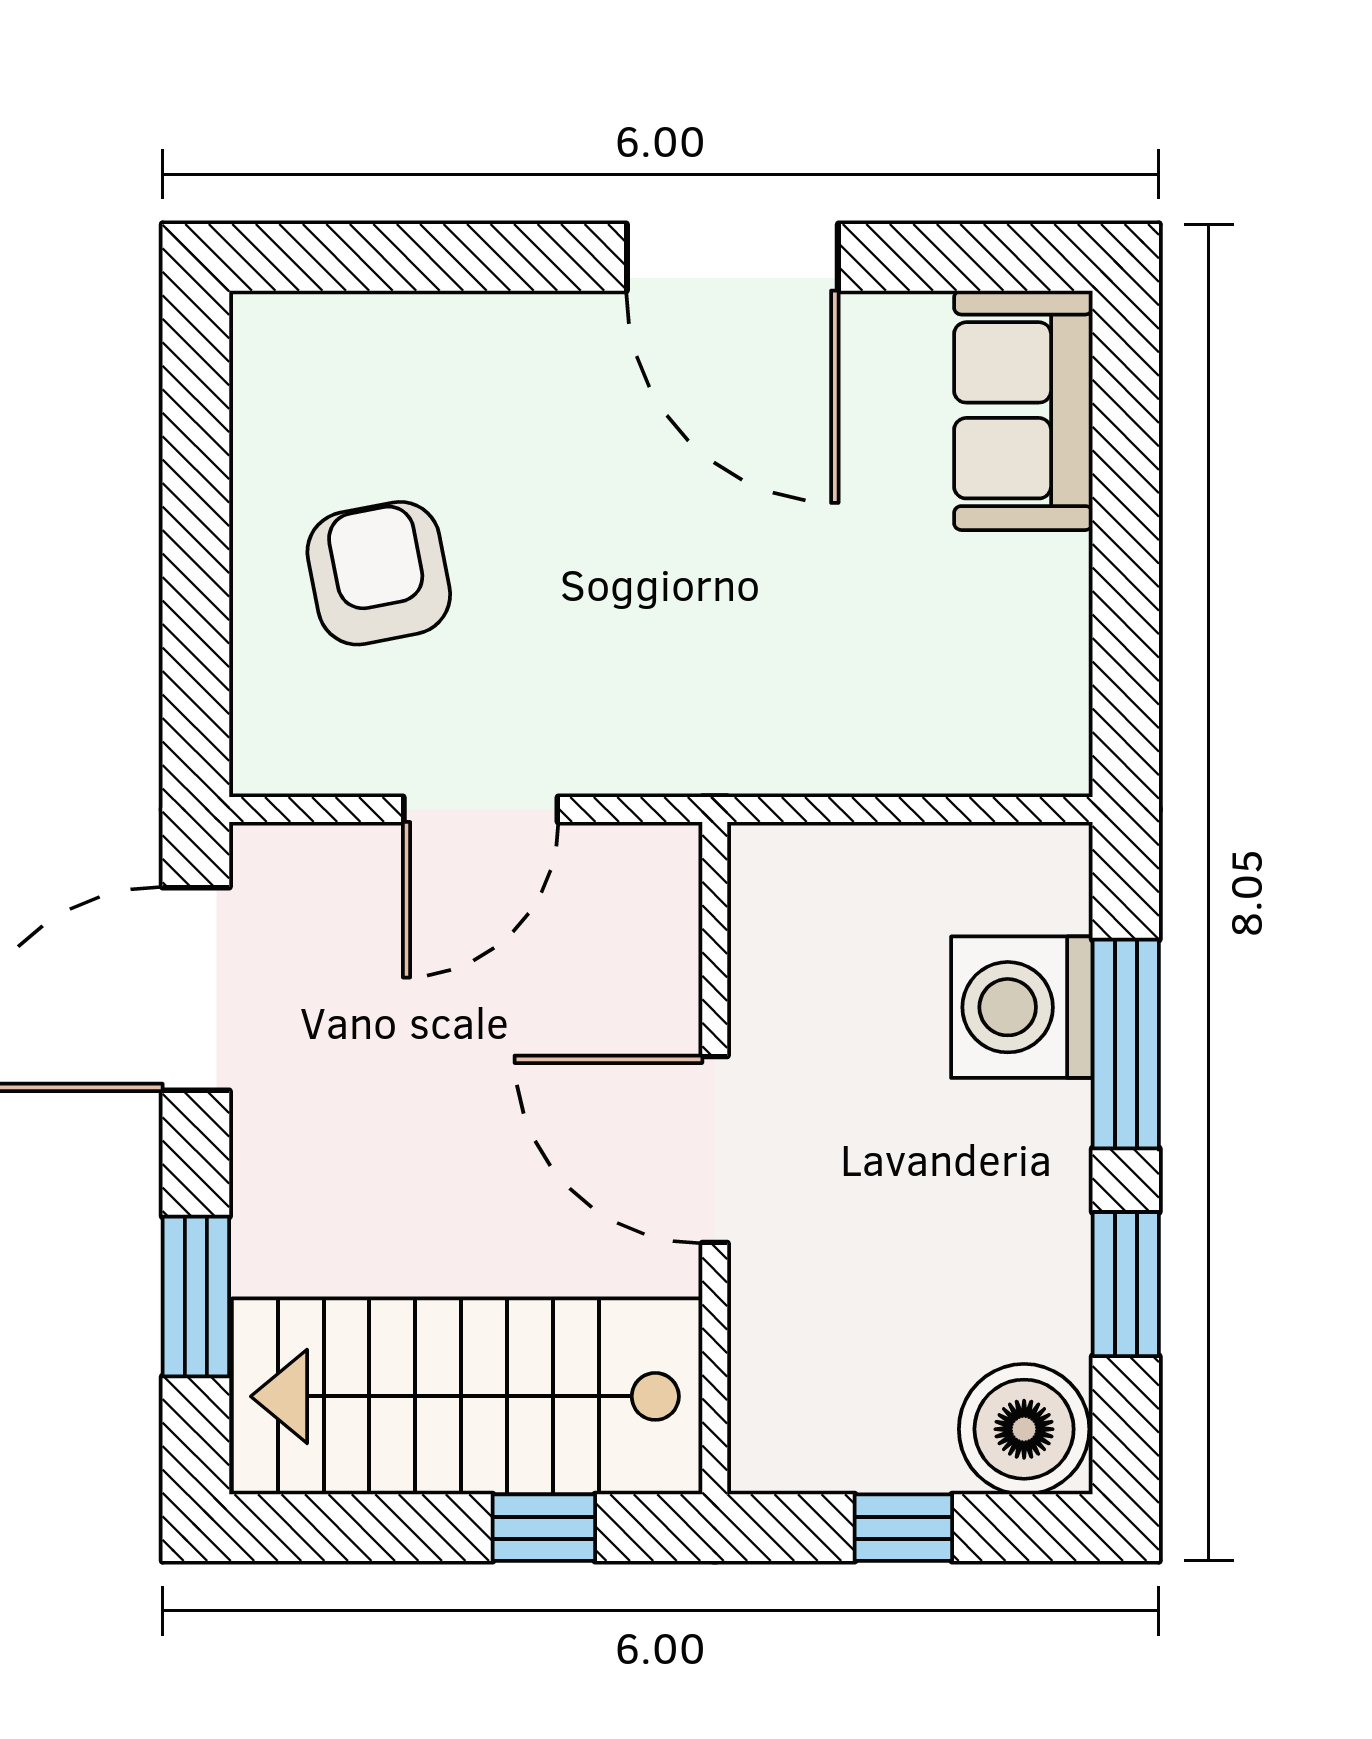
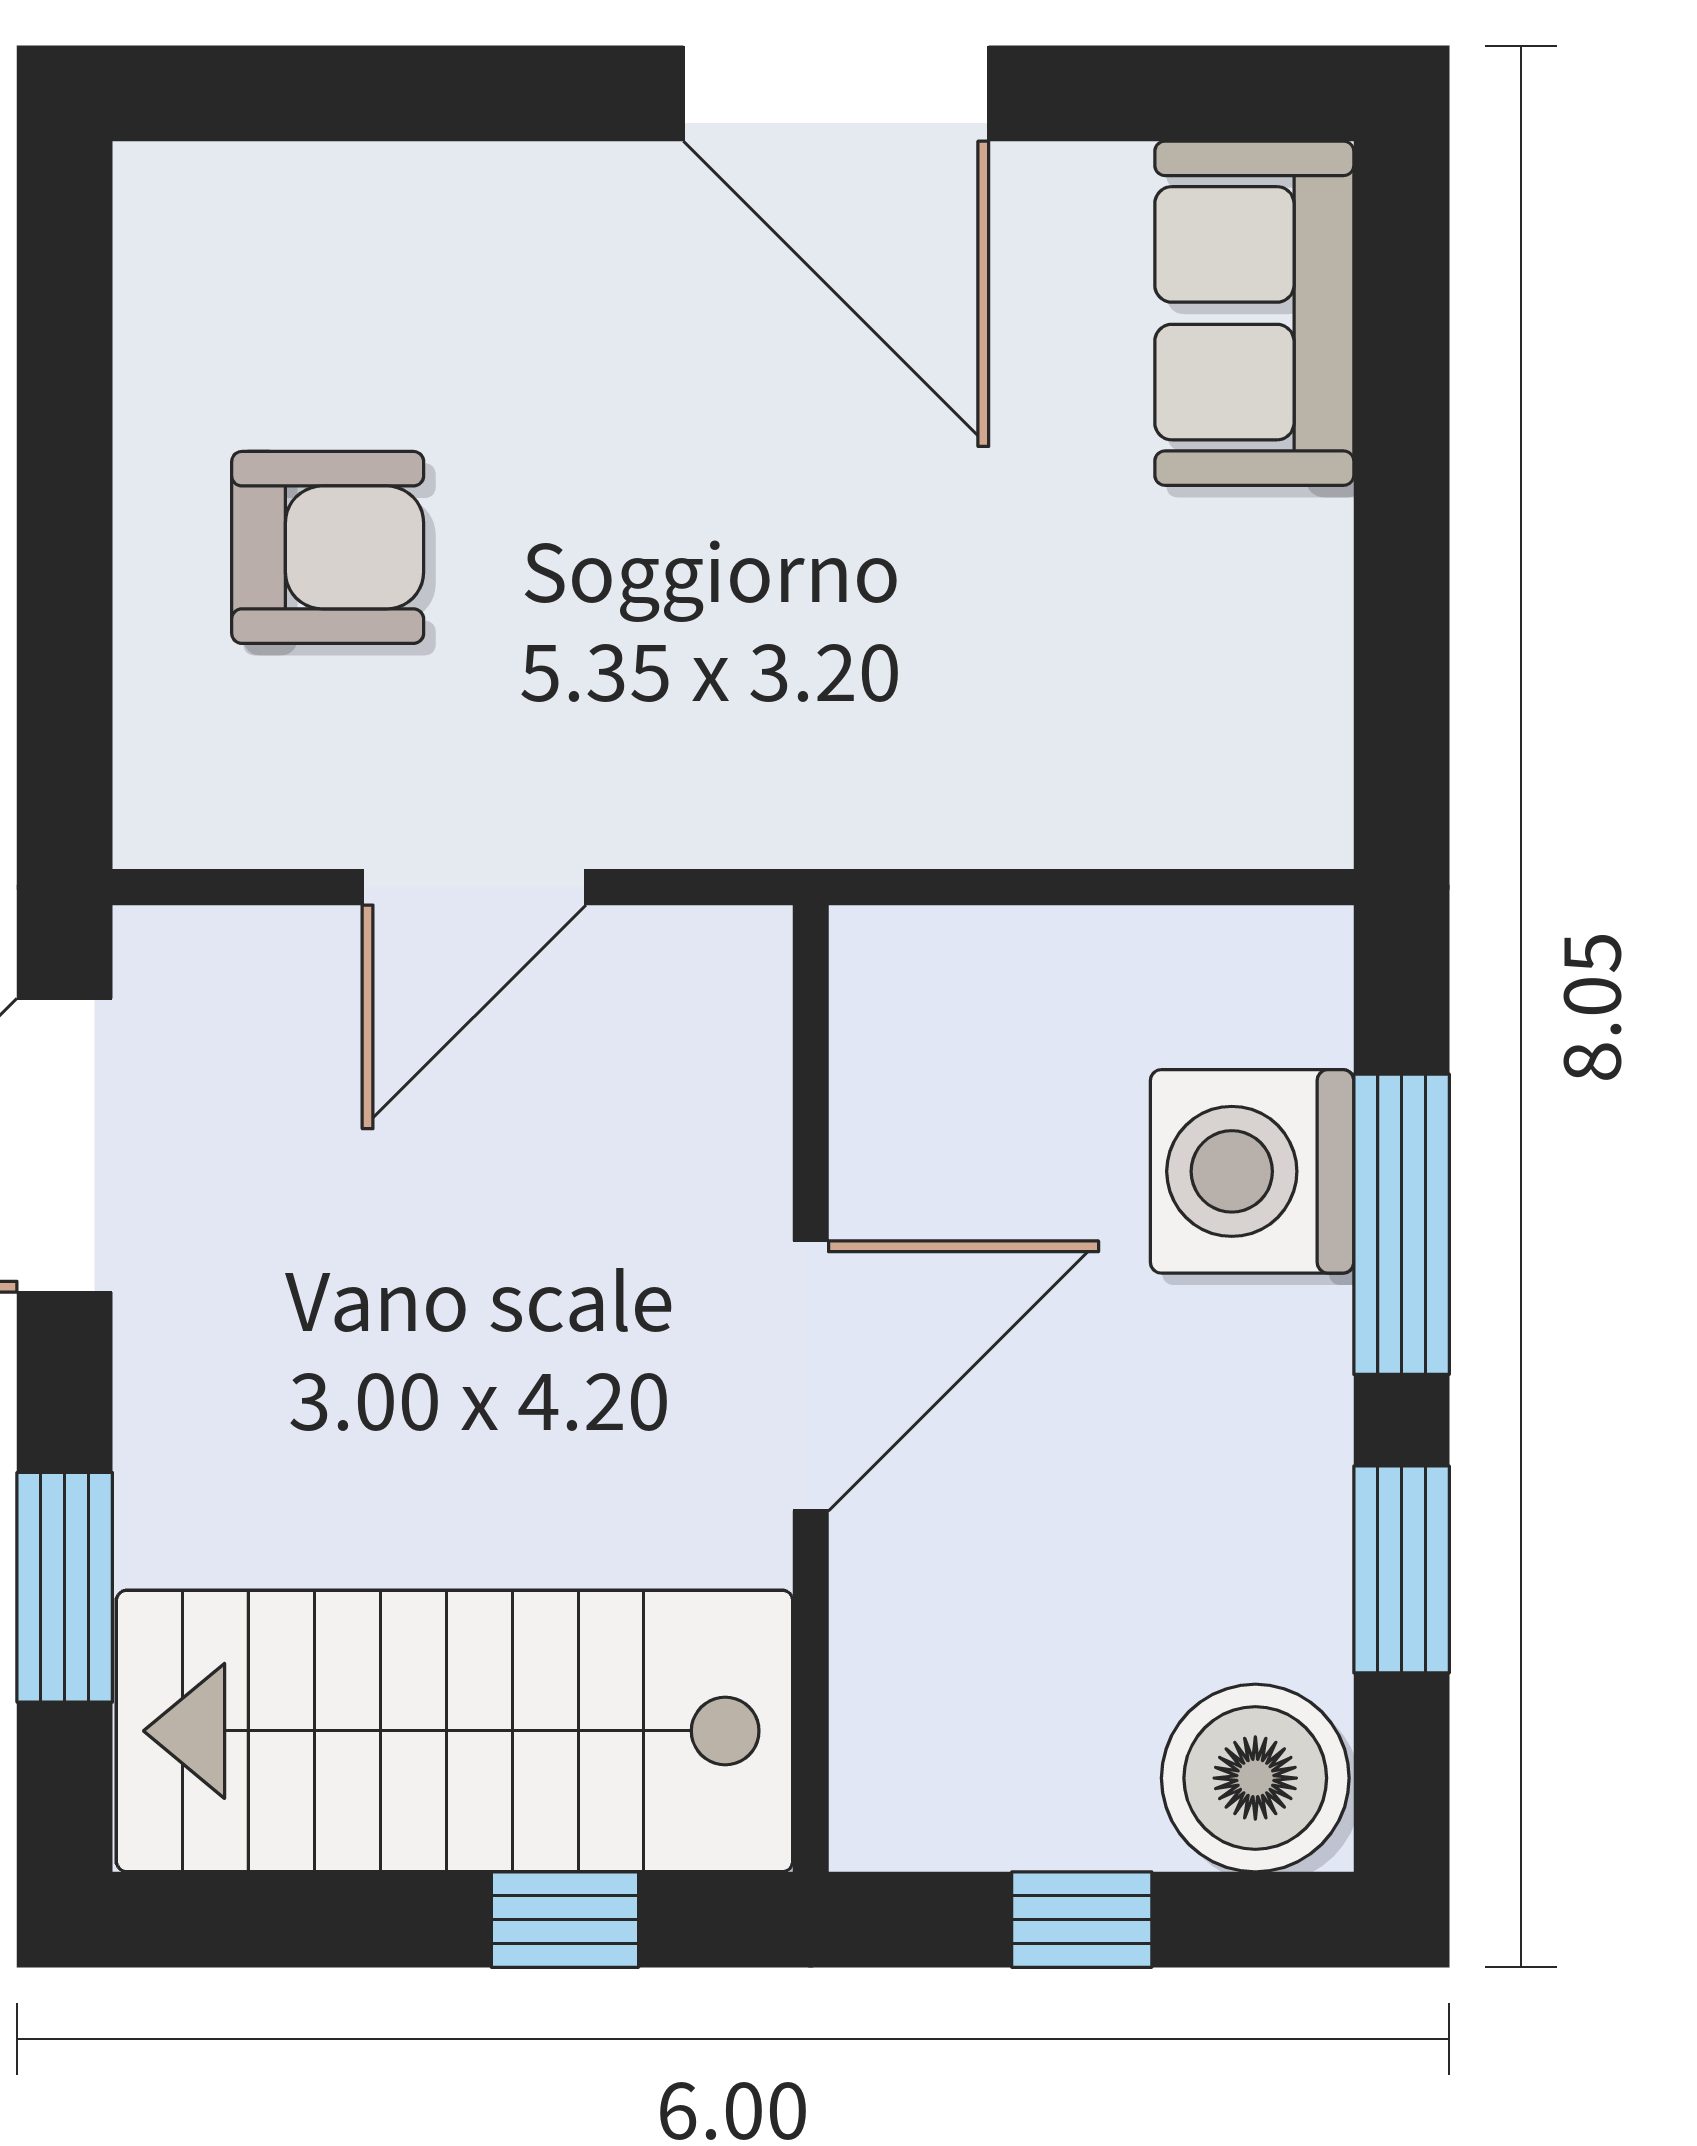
armchair: (379, 573) -> (328, 547), turned 101
door: (715, 1149) -> (811, 1376), swing flipped

